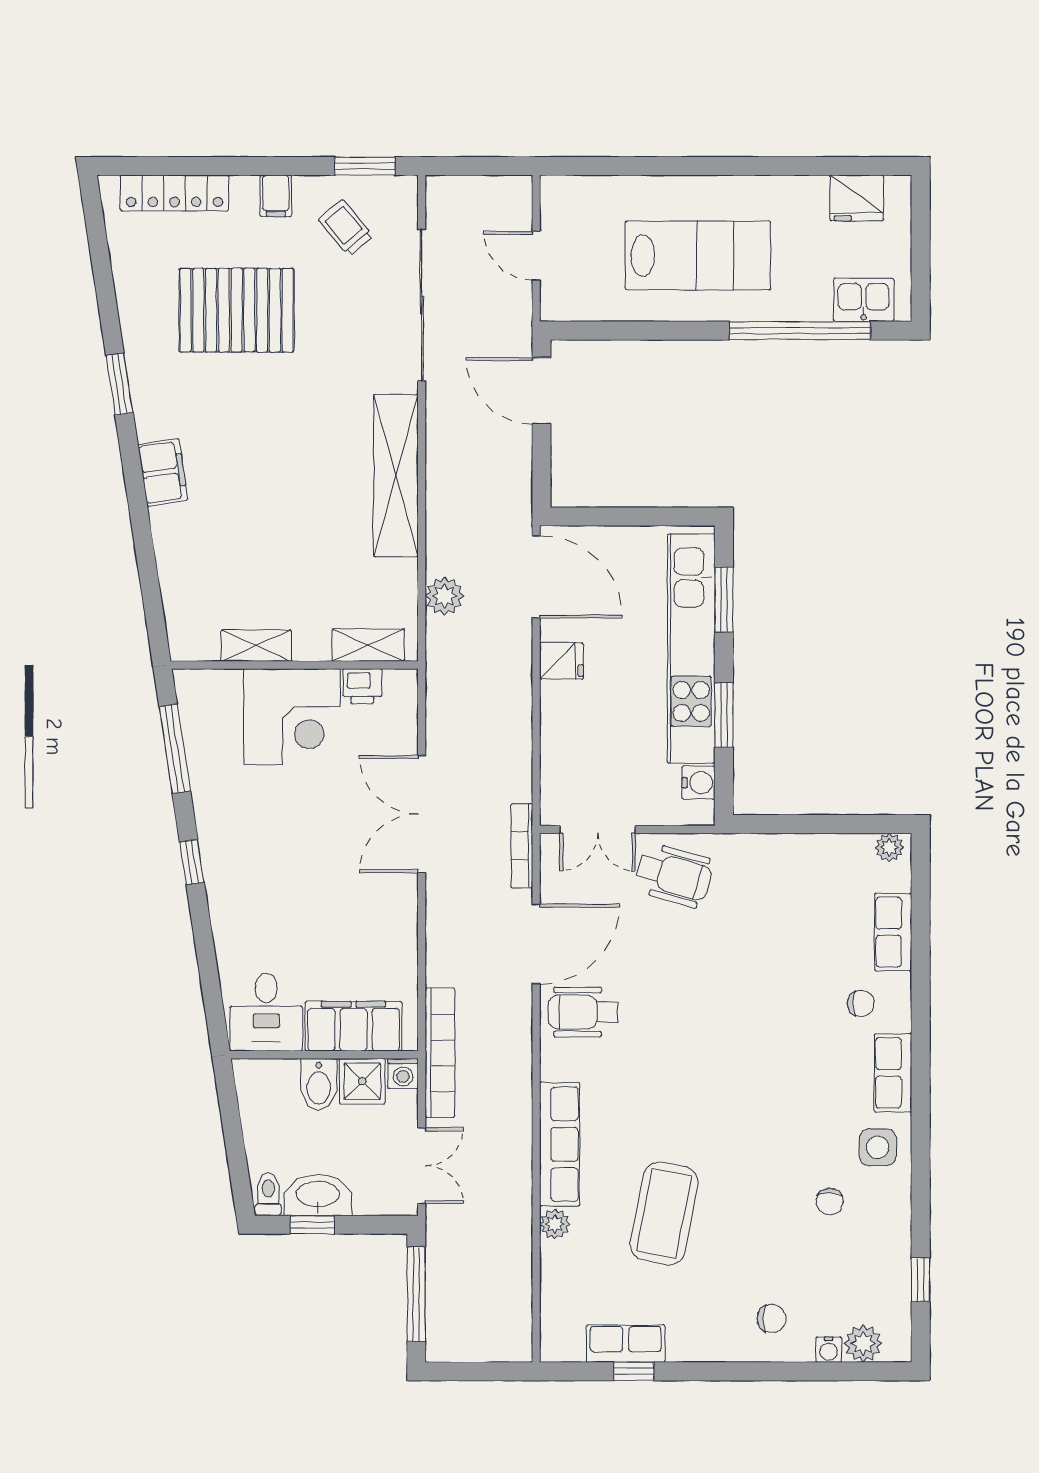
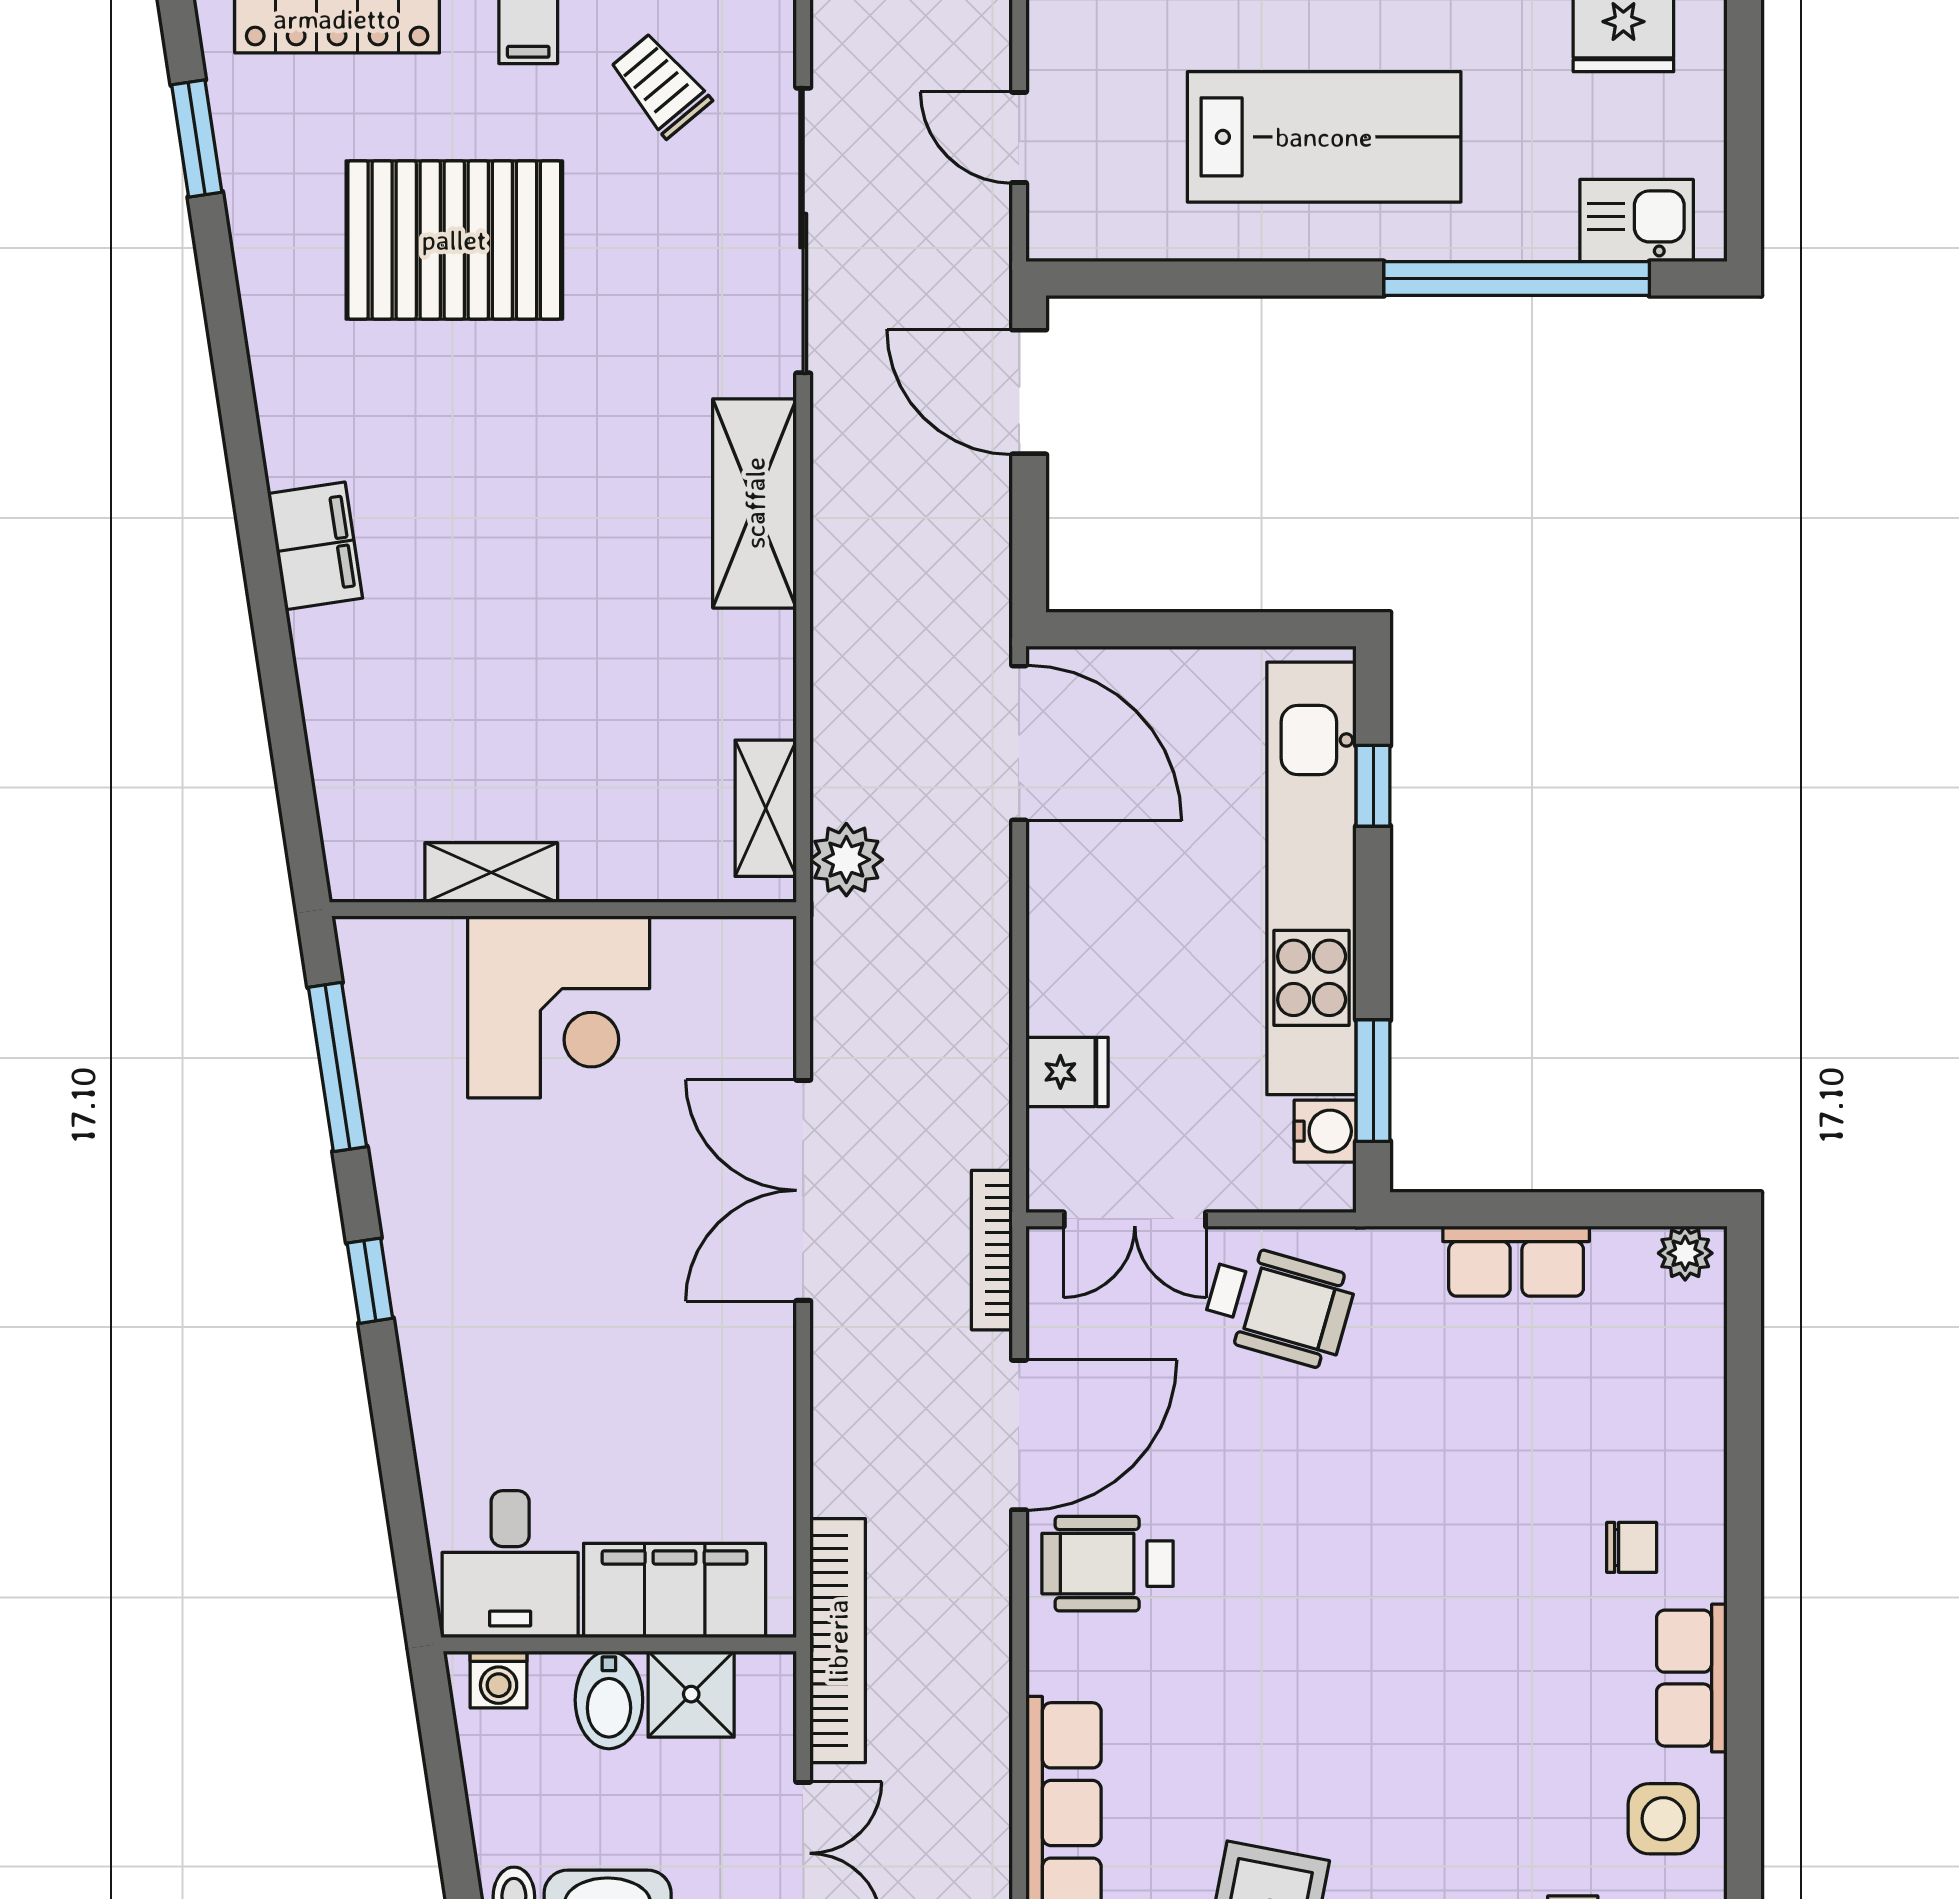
window: (119, 384) -> (197, 139), moved
shelving: (396, 476) -> (755, 503), width x0.68
plant: (445, 596) -> (846, 860), moved
window: (724, 600) -> (1373, 786), width x0.67
shelving: (368, 645) -> (766, 808), moved, turned 90
fridge: (562, 661) -> (1067, 1072), moved
printer: (362, 686) -> (691, 949), removed
window: (724, 715) -> (1373, 1081), moved
row of seats: (893, 932) -> (1516, 1261), moved, turned -90
washing machine: (403, 1073) -> (499, 1679), moved

